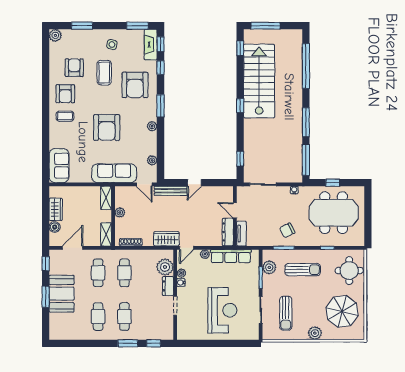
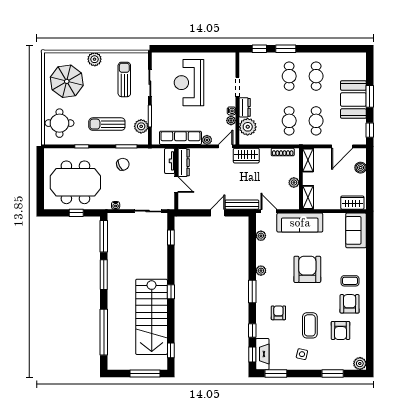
armchair: (135, 85) -> (278, 313), width x0.53, depth x0.53
wardrobe: (56, 209) -> (352, 203), moved, turned 90

